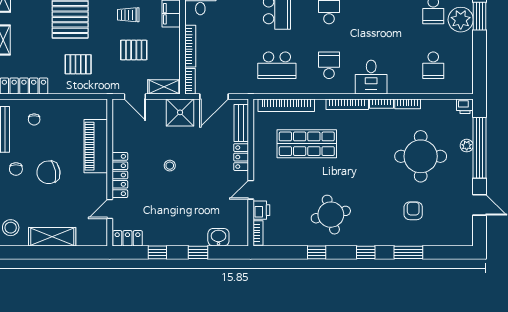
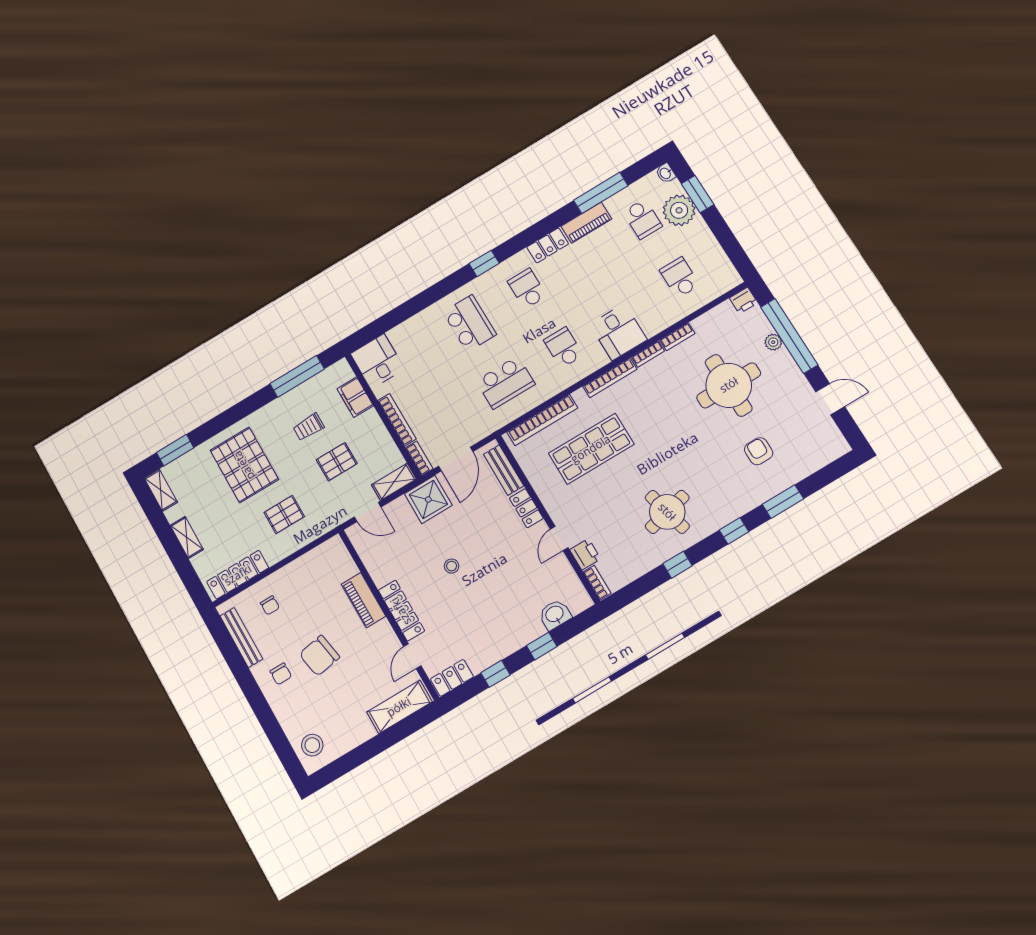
school desk: (433, 65) -> (680, 278), turned 180
piano: (96, 146) -> (364, 600), width x0.73, depth x0.75
shelving: (52, 237) -> (399, 707), moved

